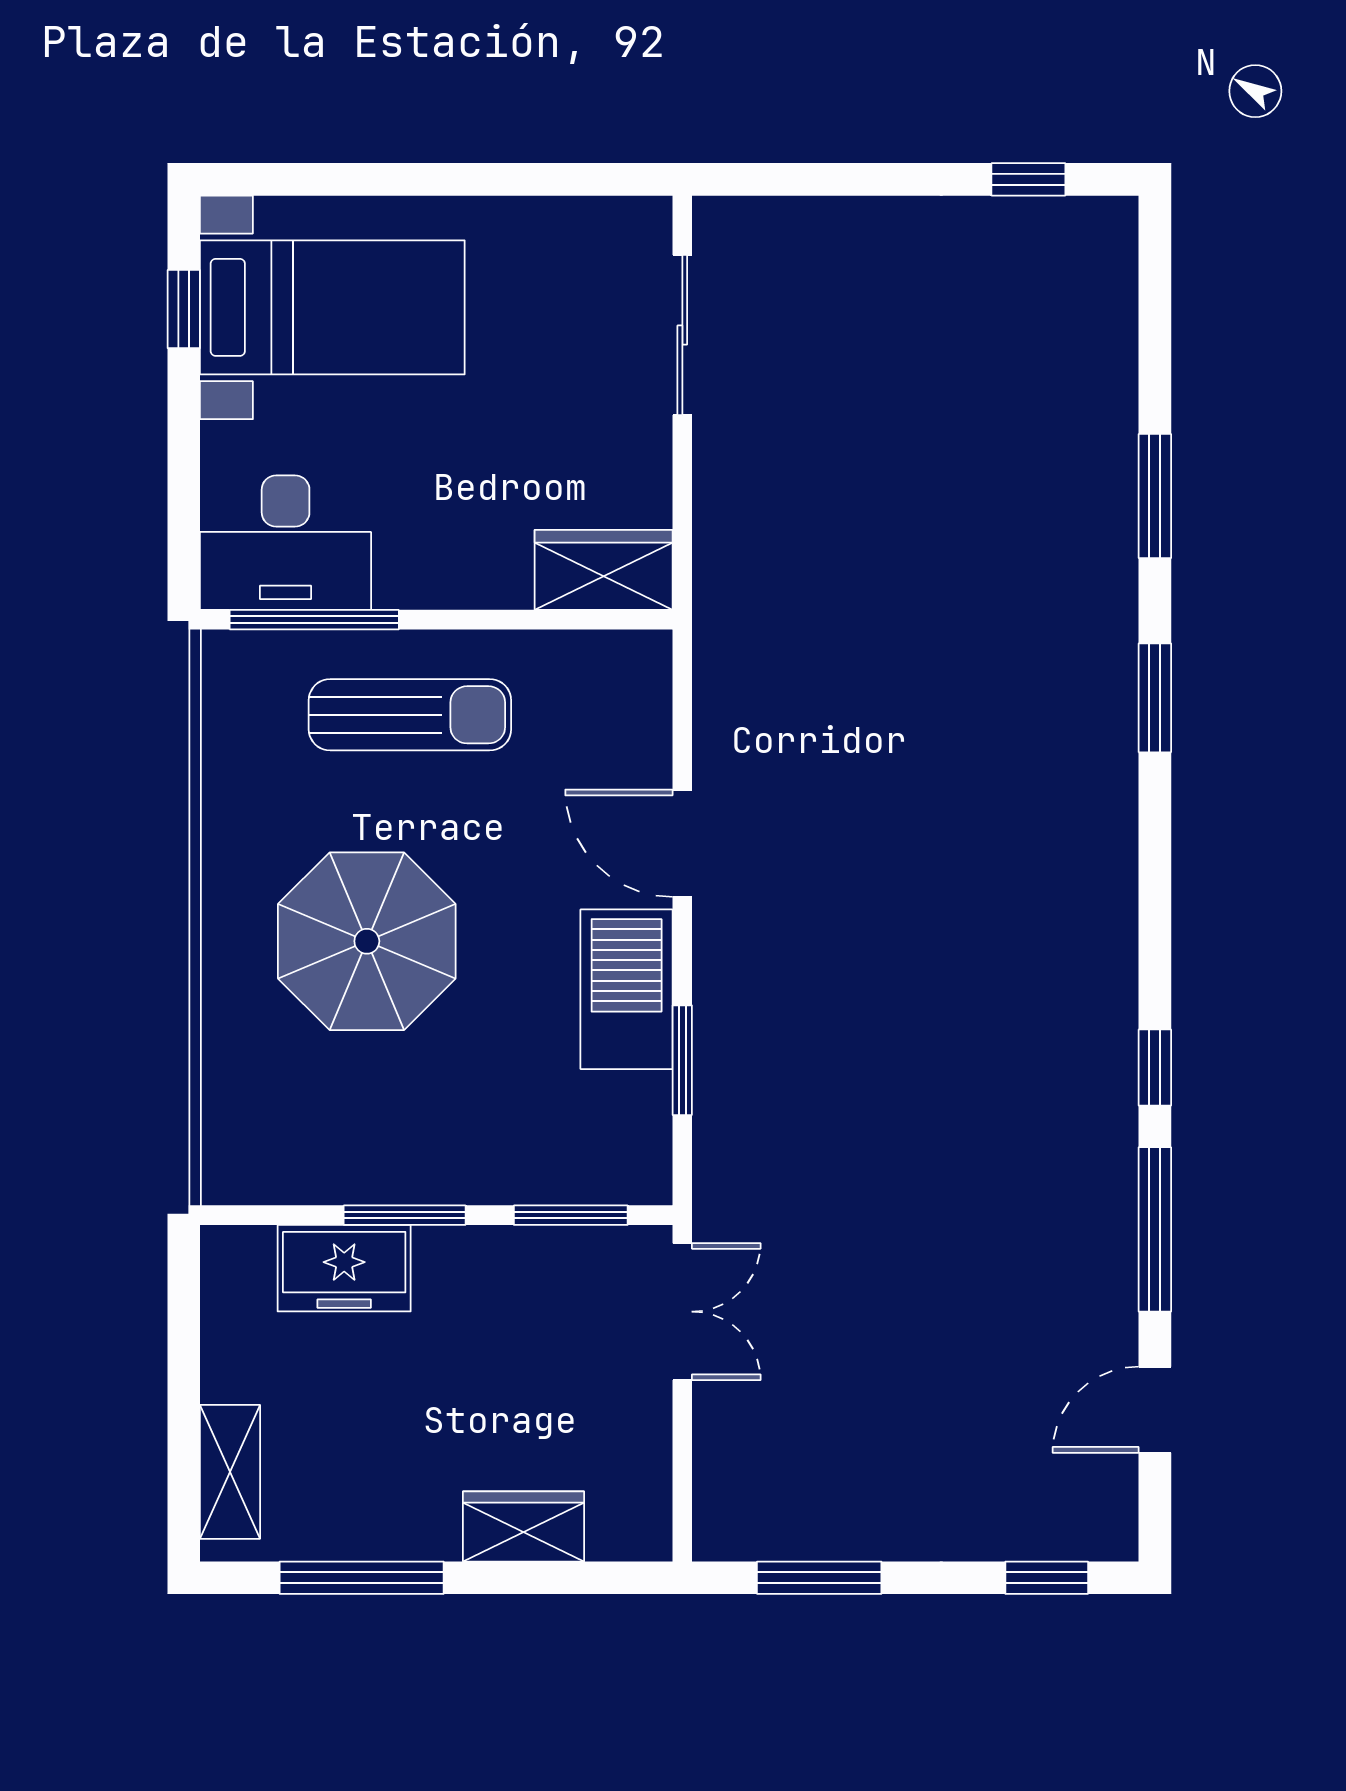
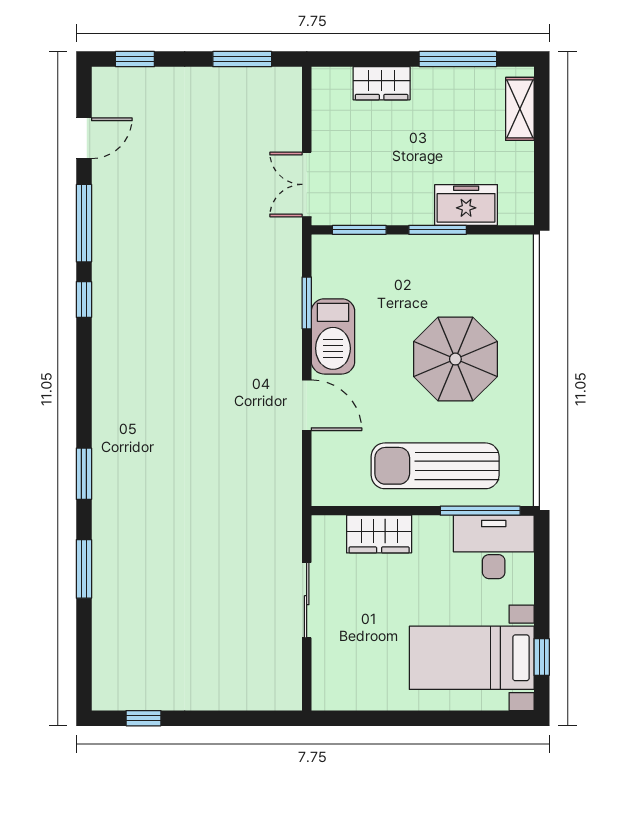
sliding door: (682, 335) -> (307, 600), moved
wardrobe: (604, 570) -> (379, 534), moved
sun lounger: (410, 715) -> (435, 466), width x1.36, depth x1.34

